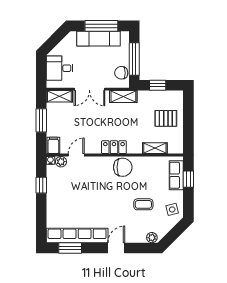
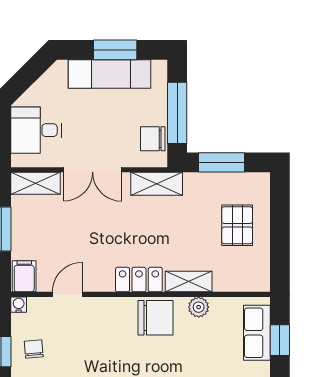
window: (101, 26) -> (115, 50), width x0.69
window: (158, 85) -> (221, 162), width x1.50
pallet: (166, 118) -> (237, 225), turned 90
shelving: (155, 148) -> (189, 282), moved
plant: (61, 162) -> (199, 307), moved
chair: (58, 184) -> (34, 349), added

